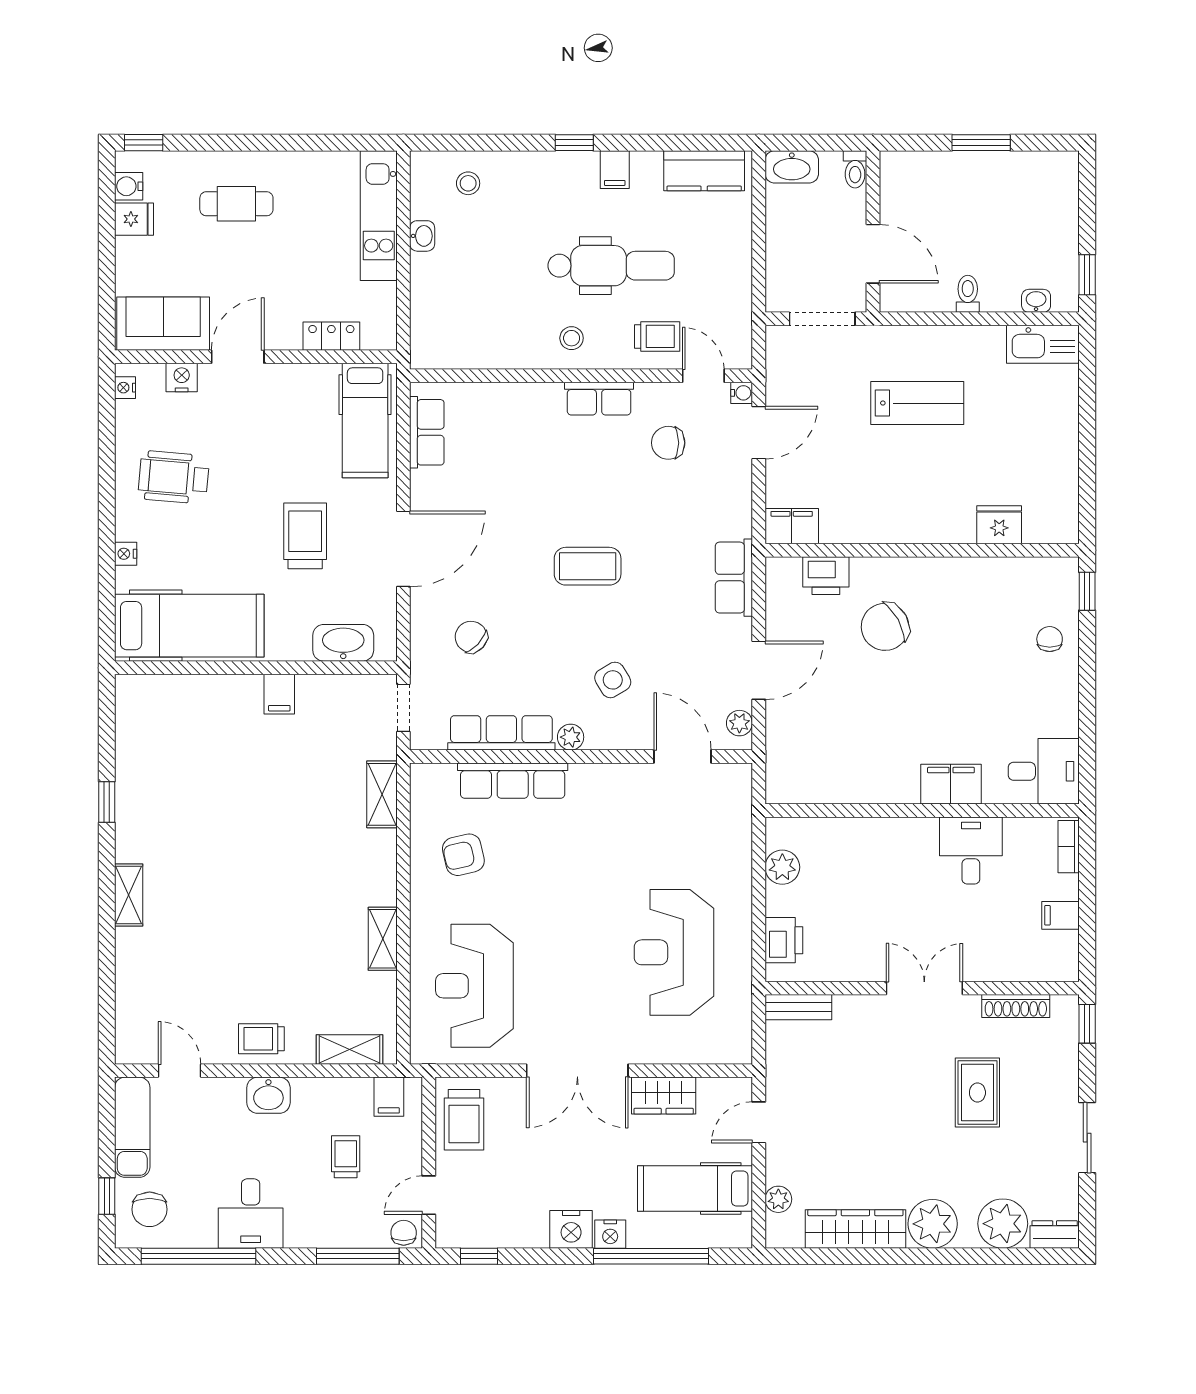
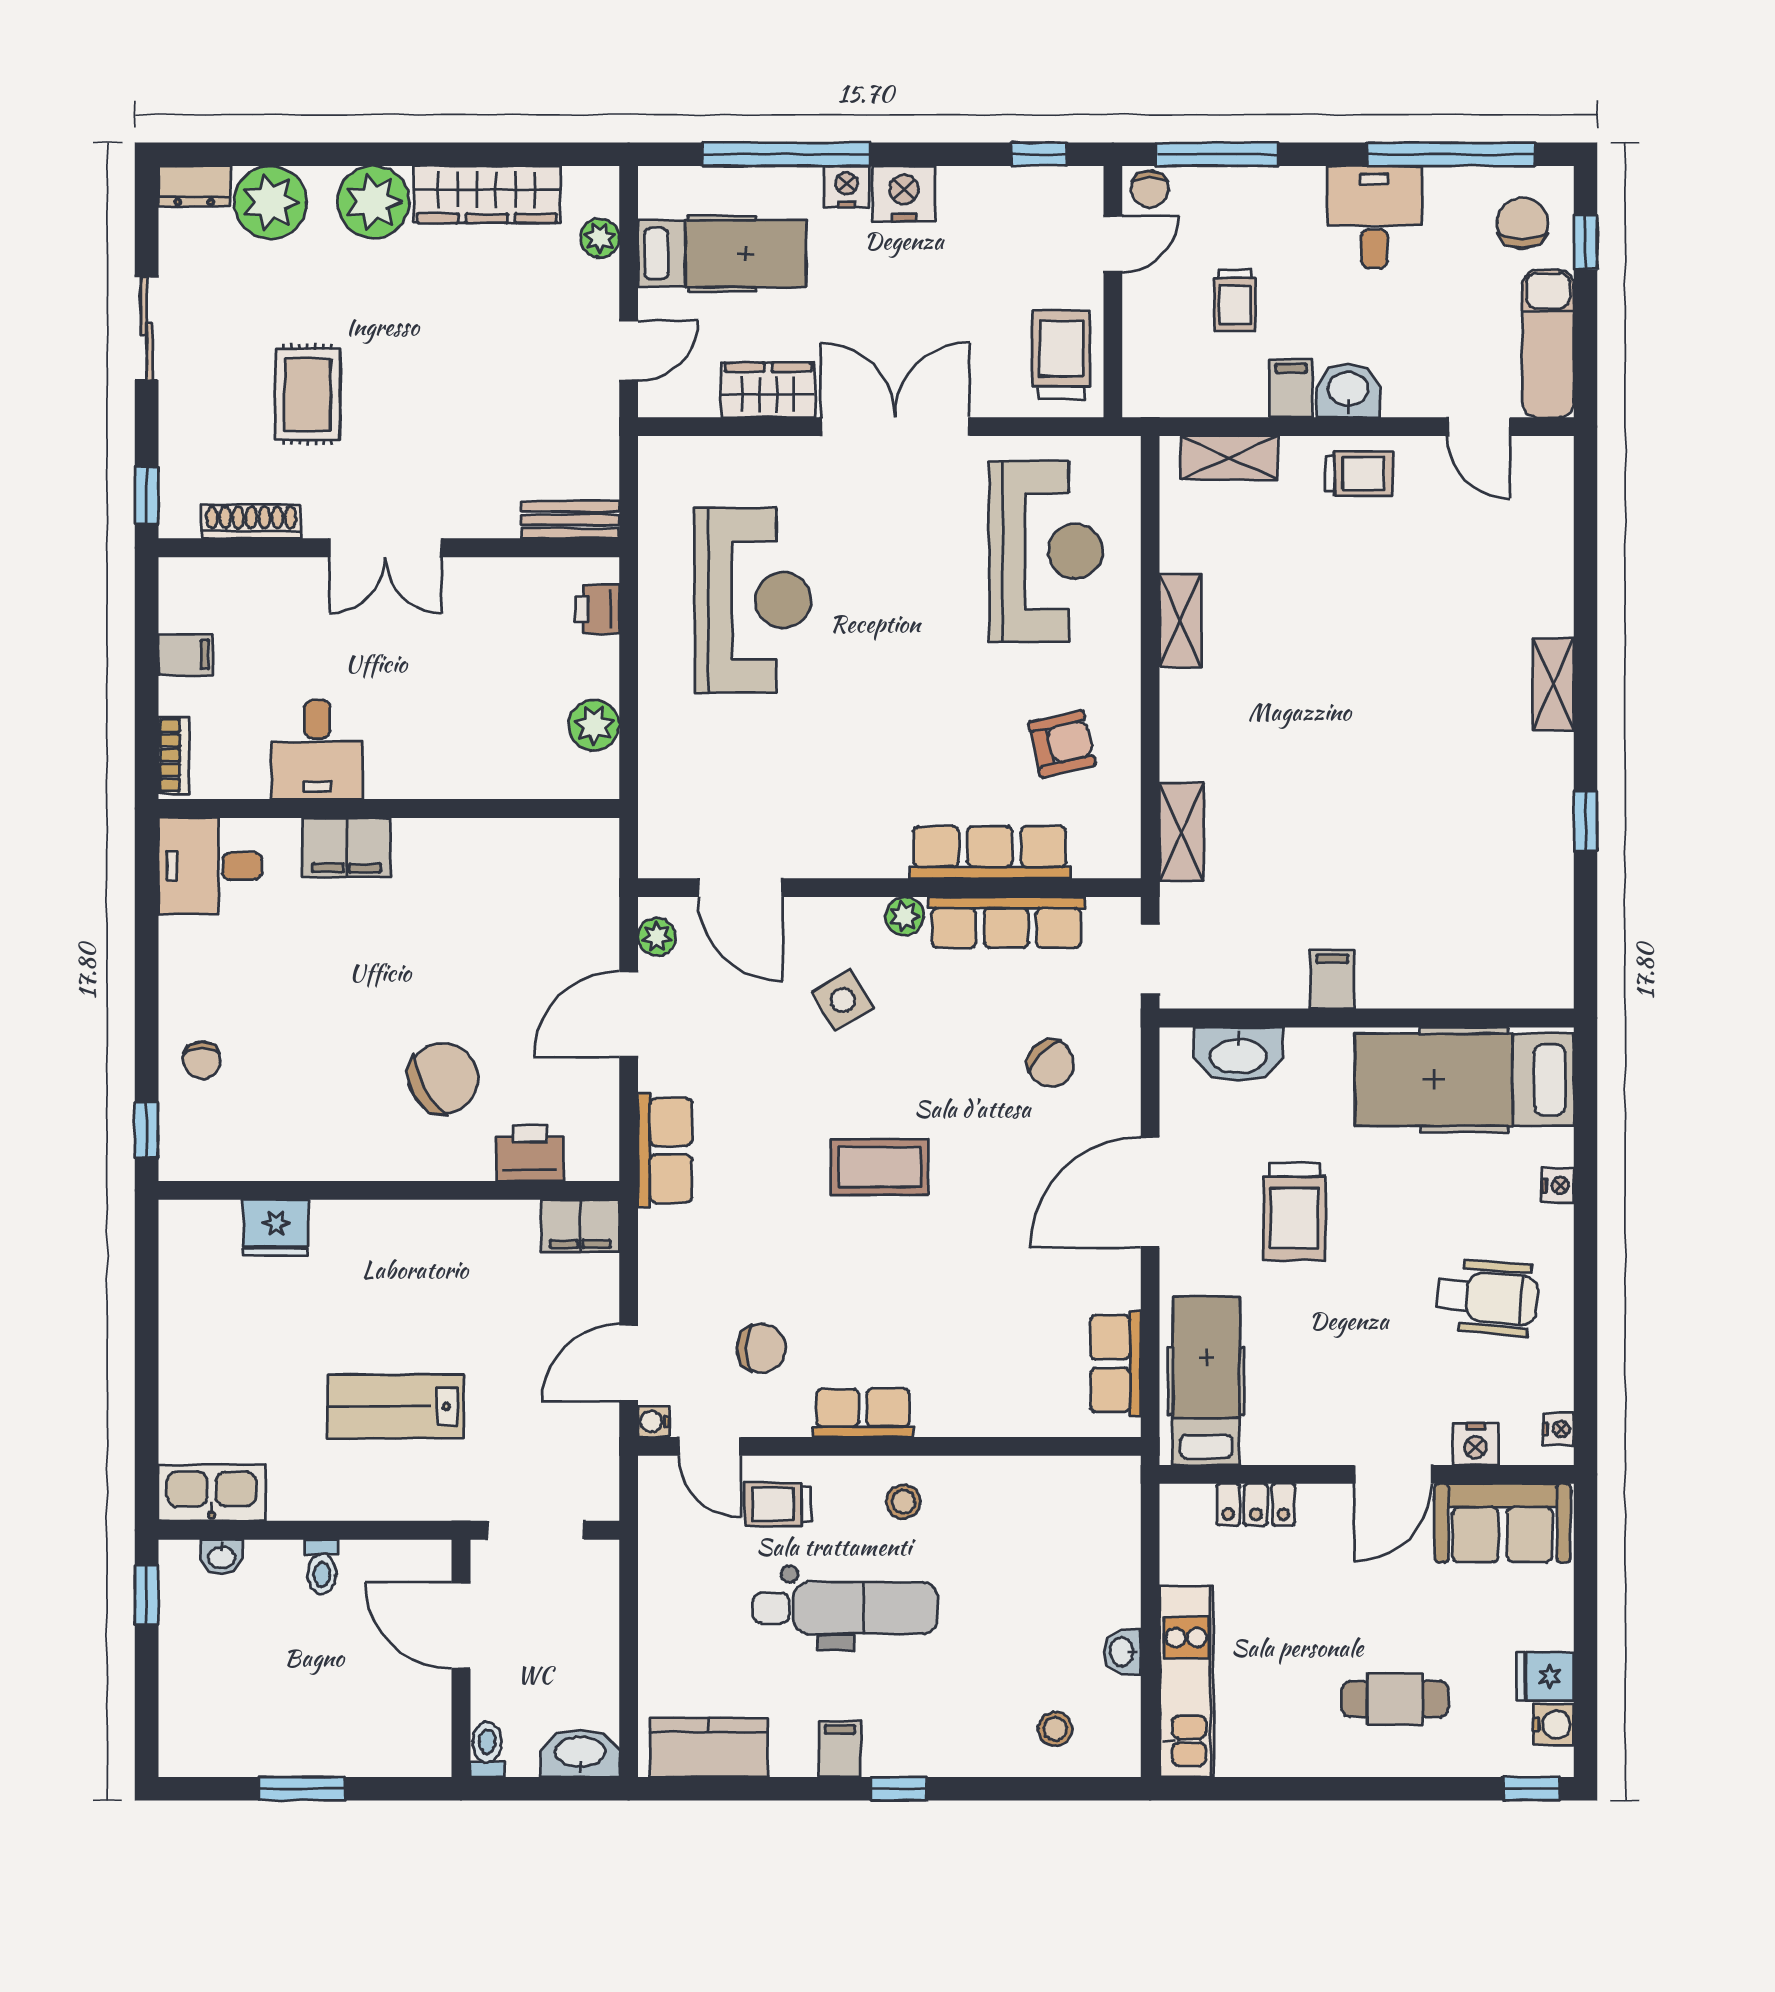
dental chair: (611, 266) -> (845, 1608), turned 180
printer: (784, 940) -> (597, 609), width x0.73, depth x0.81
filing cabinet: (389, 1097) -> (1291, 388), moved

